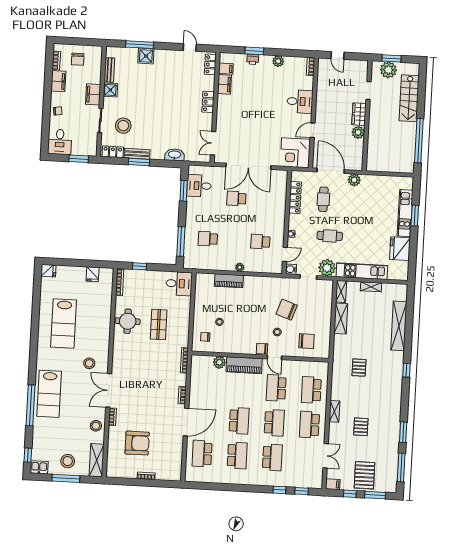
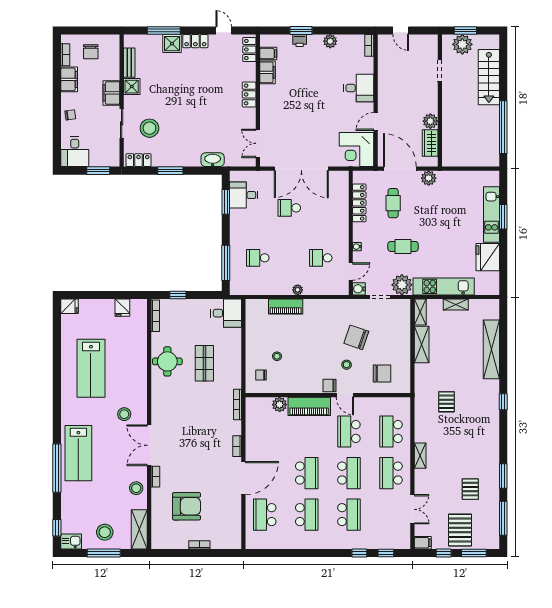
locker: (166, 55) -> (195, 41), added
wardrobe: (359, 114) -> (430, 143), moved
bench: (137, 154) -> (168, 161), removed
pallet: (361, 427) -> (470, 489), moved

